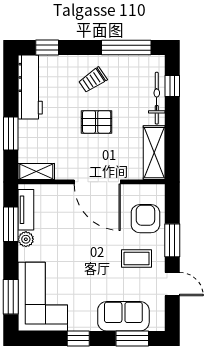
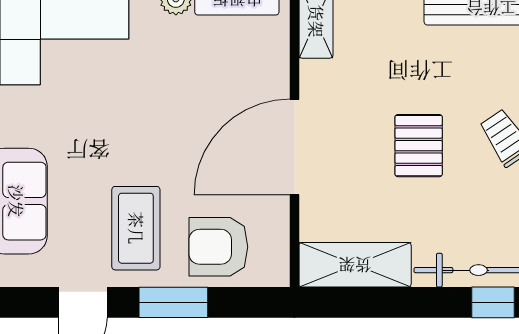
armchair: (145, 219) -> (218, 247), turned 180
coffee table: (137, 259) -> (136, 228), width x1.36, depth x1.30

